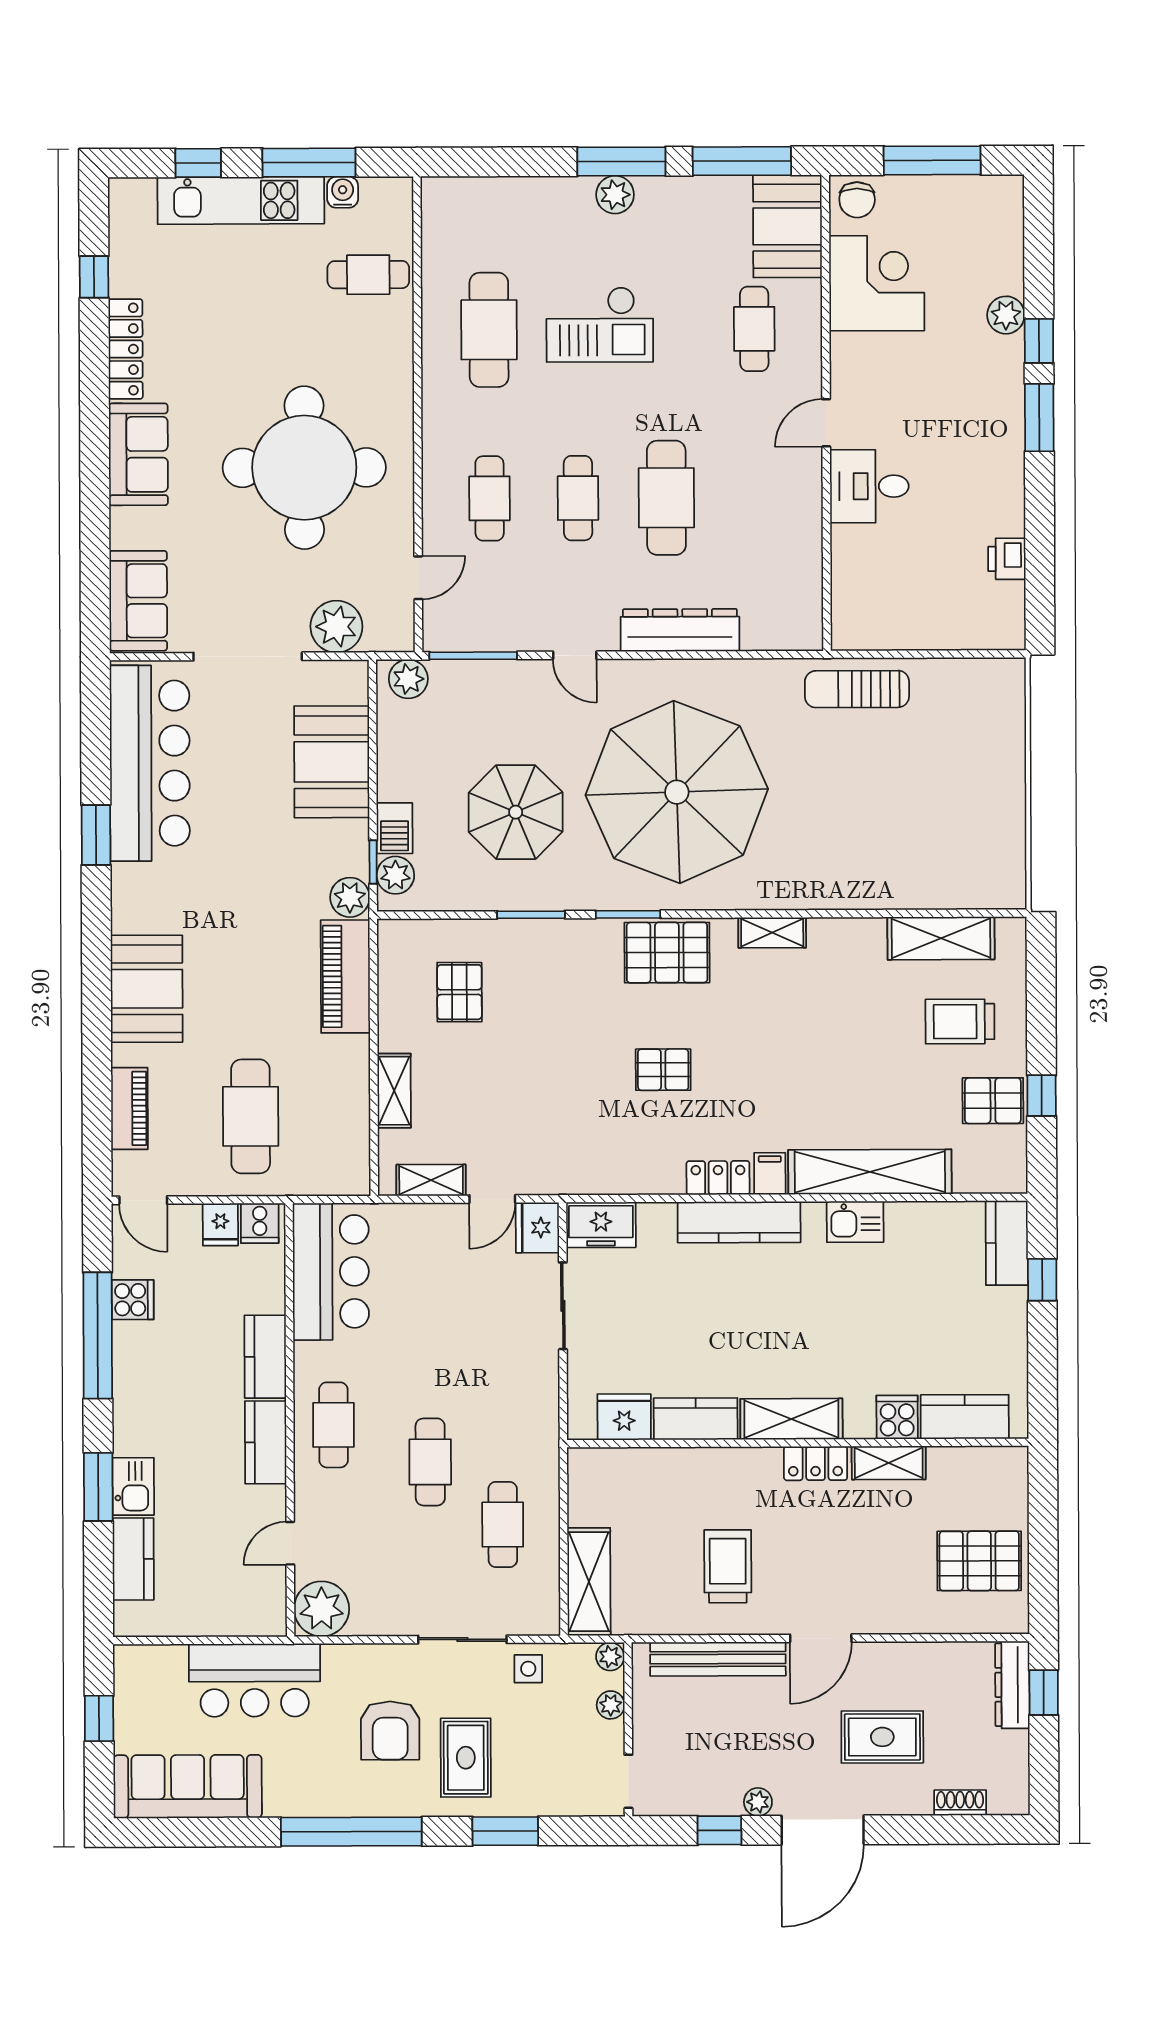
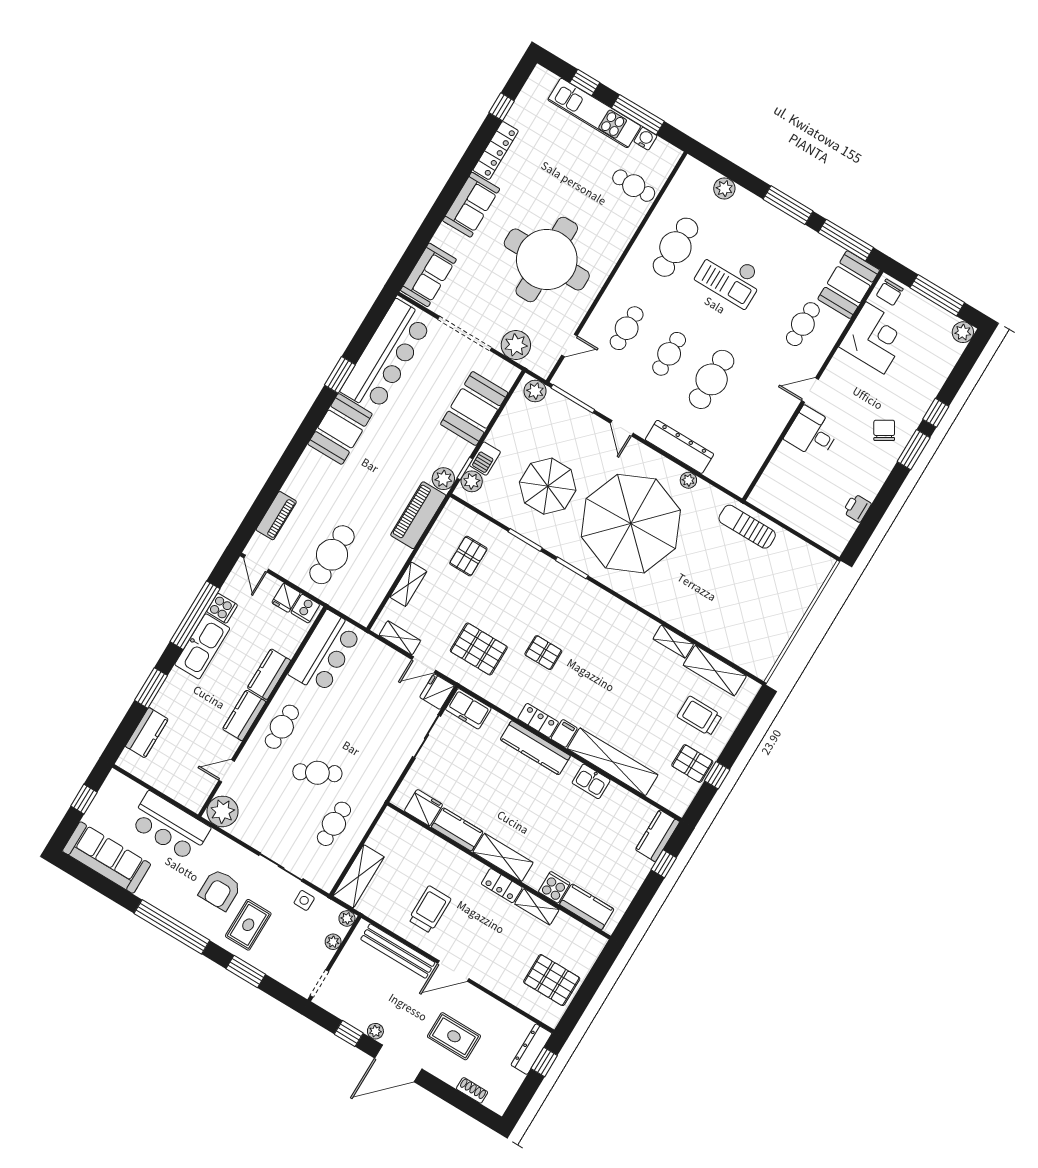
plant: (615, 195) -> (724, 188), moved
plant: (1006, 315) -> (963, 332), moved
chair: (977, 415) -> (884, 430), added
plant: (724, 673) -> (688, 480), added
shelving: (772, 933) -> (673, 641), moved
pallet: (667, 953) -> (479, 649), moved
booth: (147, 989) -> (340, 429), moved
cafe table: (430, 1462) -> (317, 773), turned 62
kitchen sink: (133, 1486) -> (202, 646), moved, width x1.87, depth x1.24

